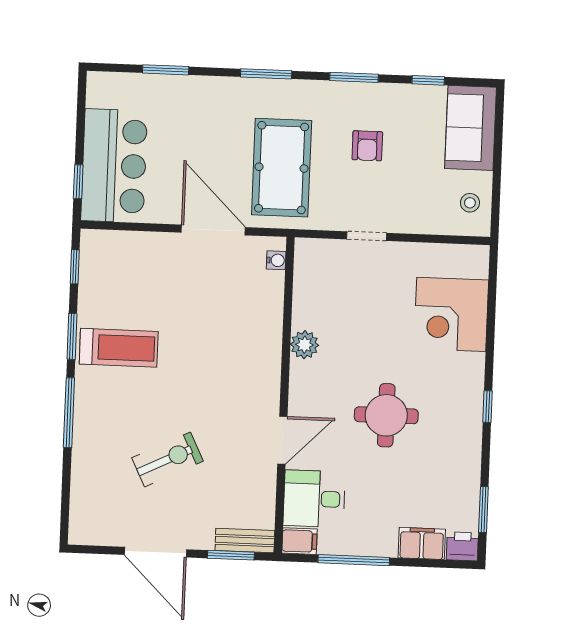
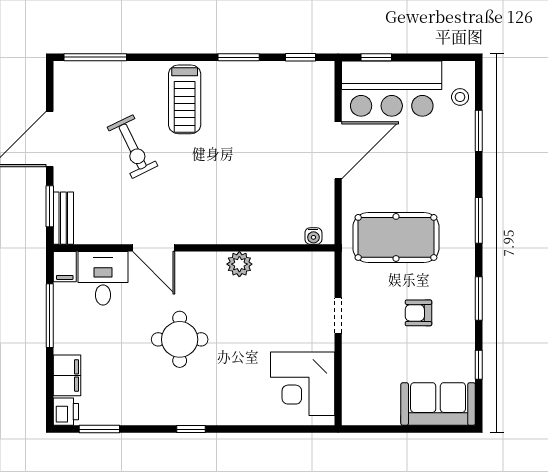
stool: (470, 203) -> (460, 97), moved
door: (213, 230) -> (338, 150), moved
corner desk: (451, 314) -> (303, 384), moved, turned -90
treadmill: (119, 348) -> (185, 99), moved
window: (69, 413) -> (95, 57), moved

